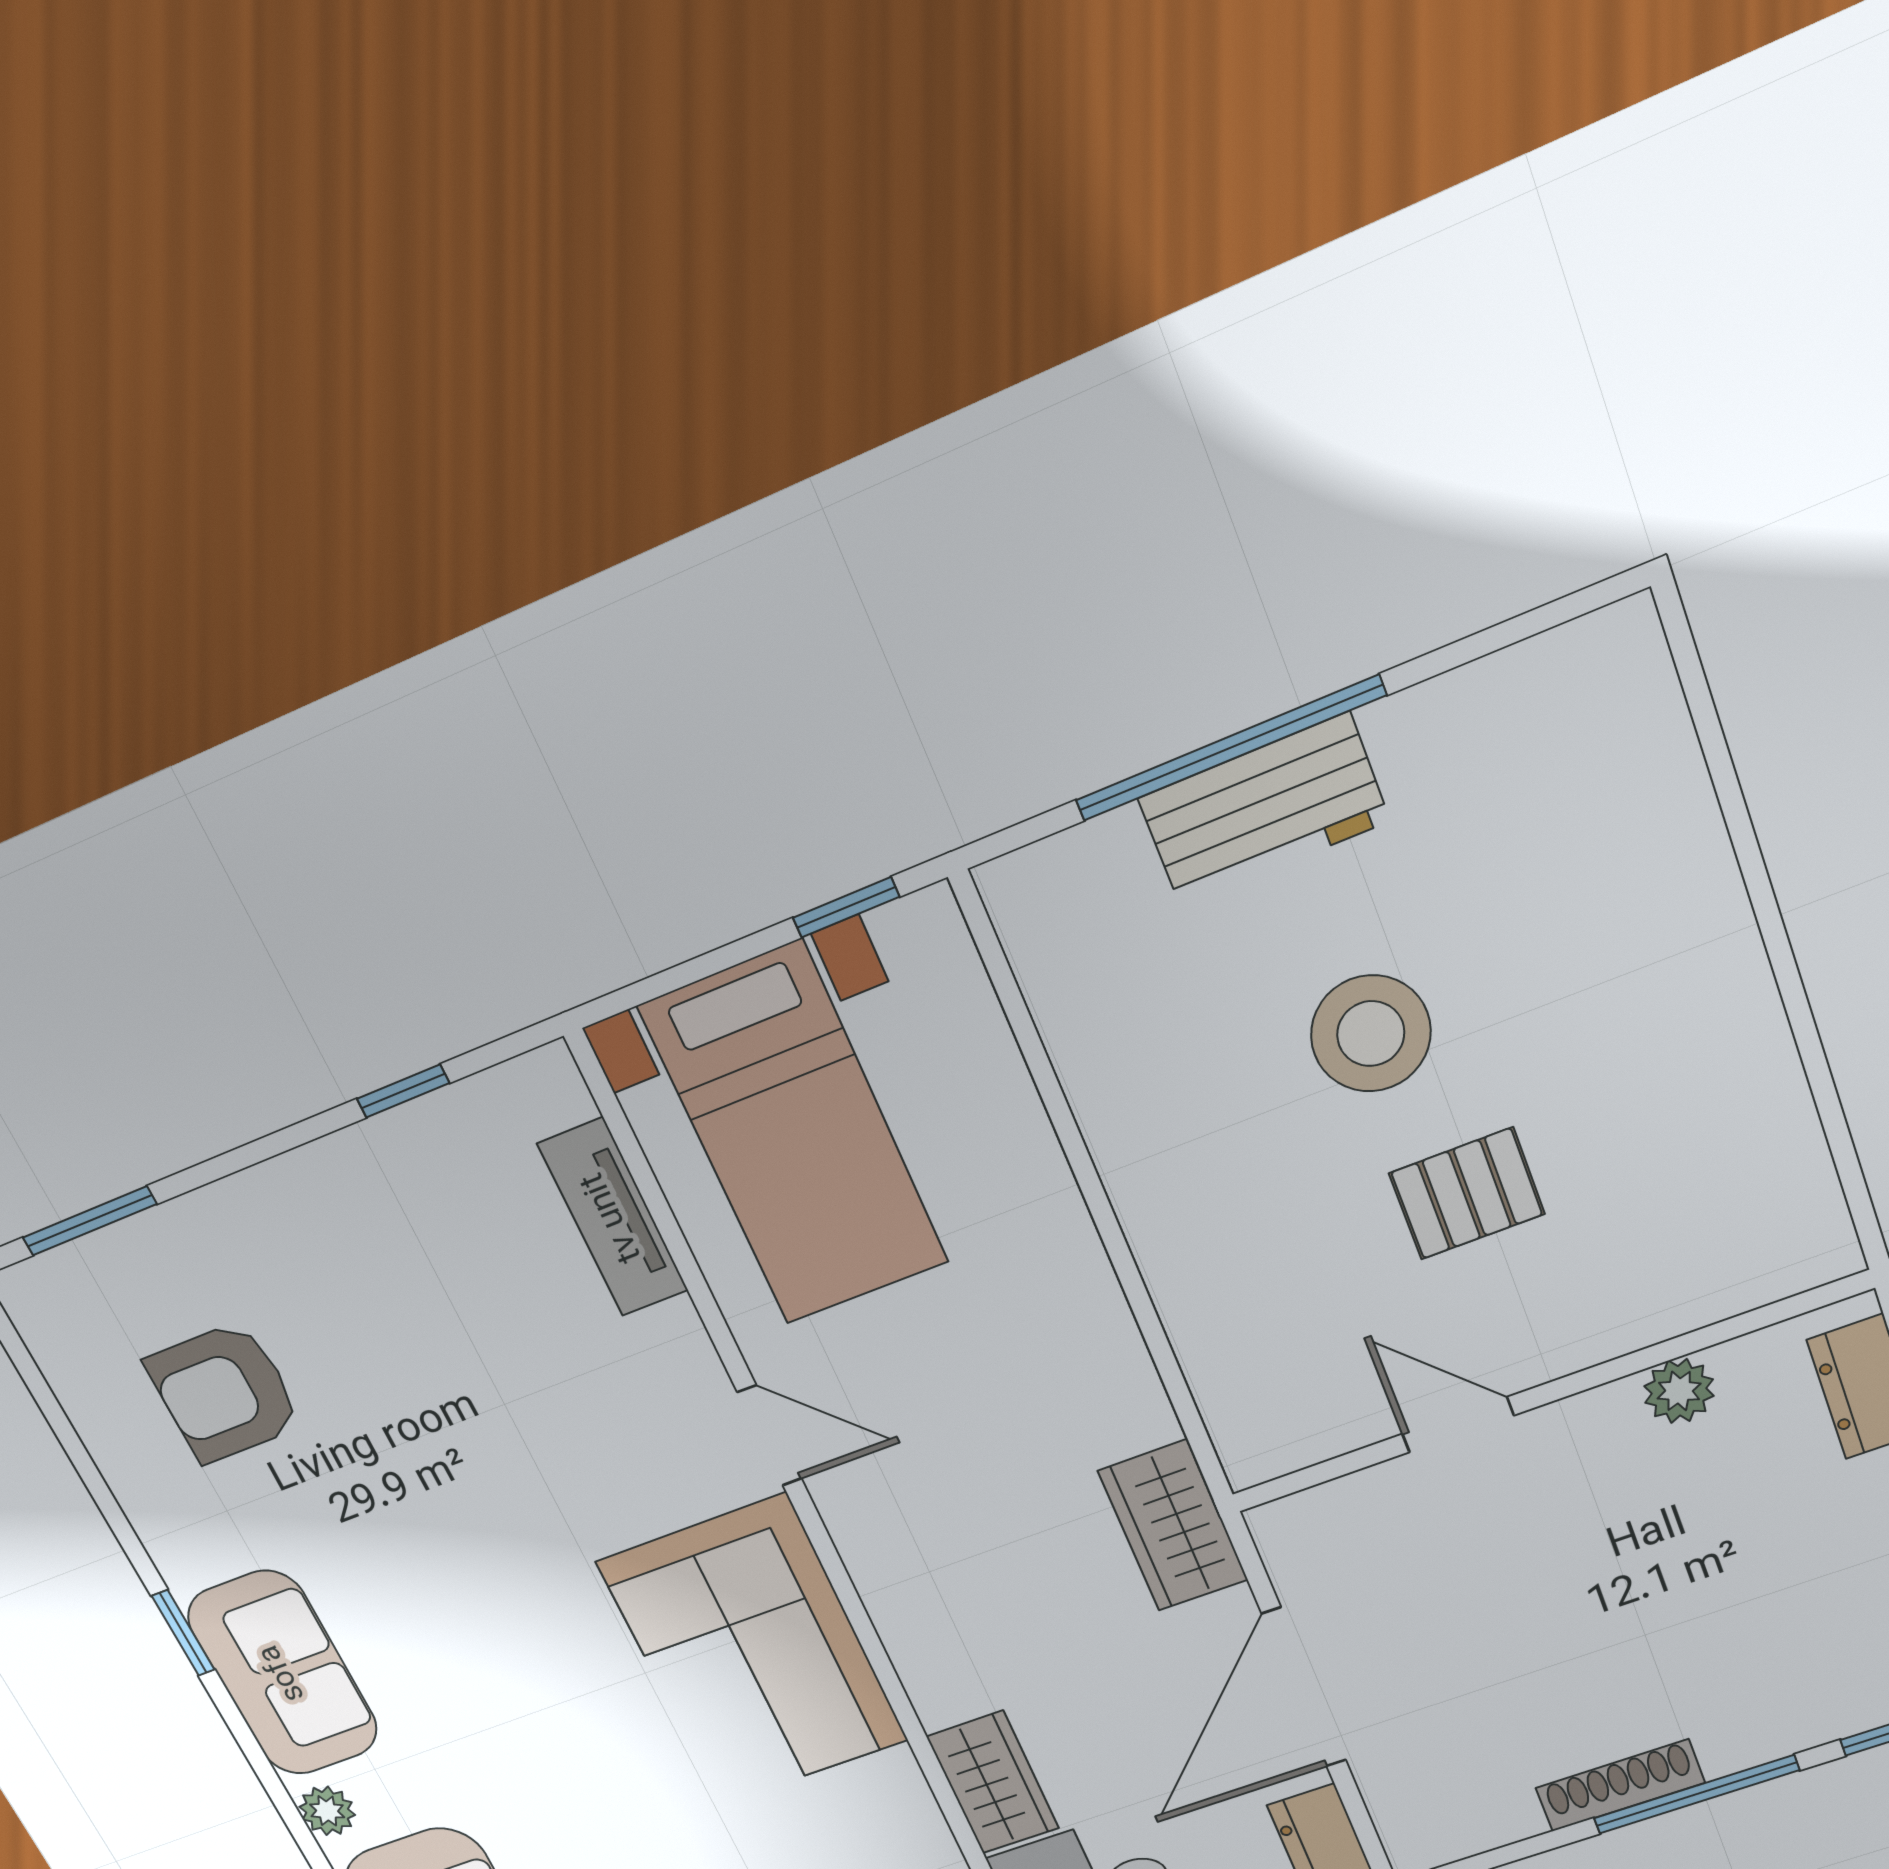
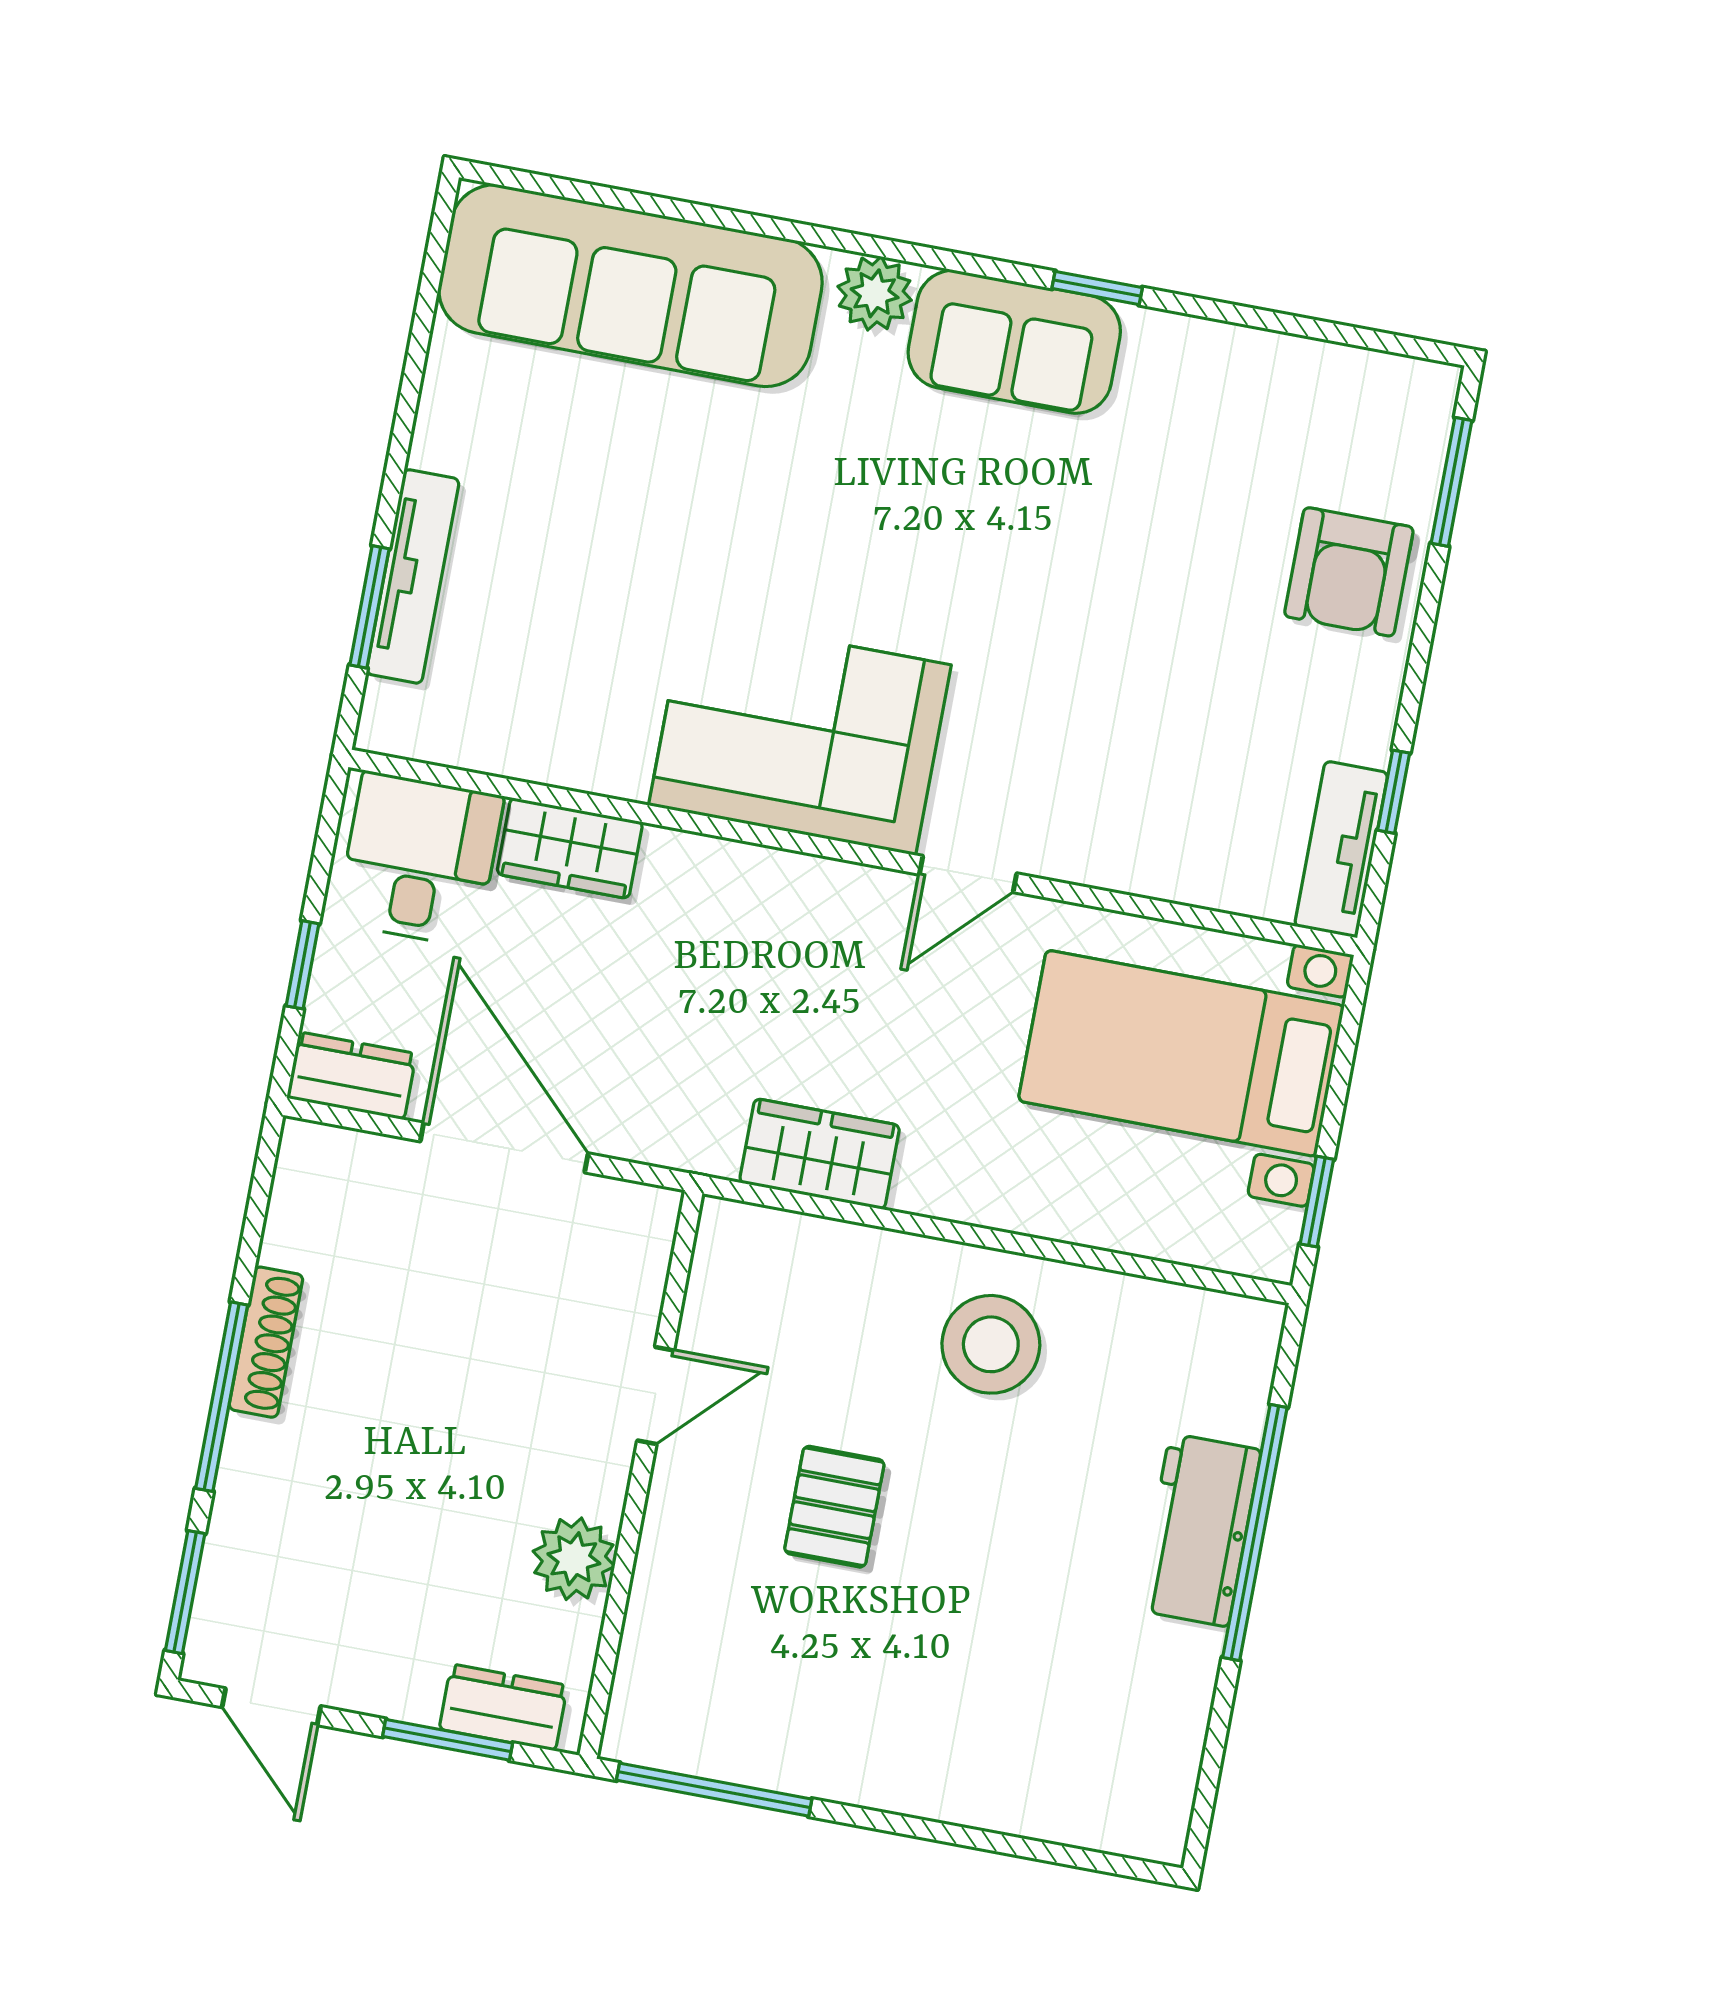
stool: (1371, 1034) -> (991, 1344), moved
window: (1839, 1137) -> (714, 1790), added
tv unit: (613, 1217) -> (1341, 849), moved, turned -90
plant: (1679, 1391) -> (574, 1559), width x1.38, depth x1.38
armchair: (224, 1392) -> (1349, 572), moved, turned 180
wardrobe: (1173, 1526) -> (820, 1154), moved
plant: (327, 1811) -> (875, 293), width x1.38, depth x1.38

